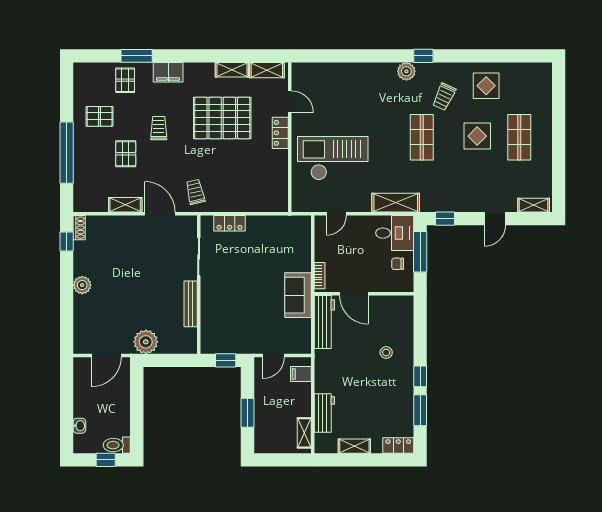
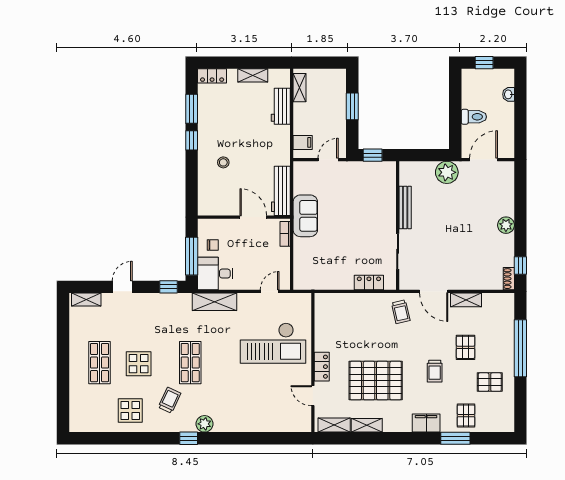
toilet: (117, 445) -> (474, 117), moved

